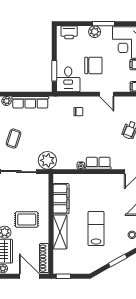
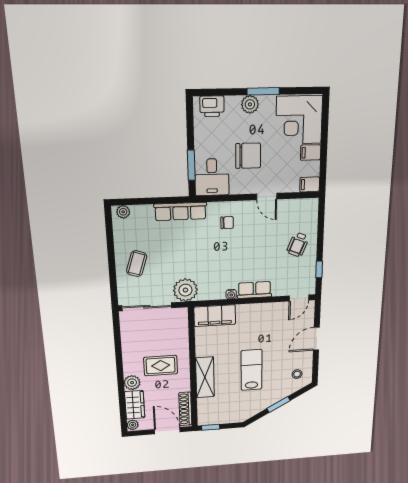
row of seats: (30, 102) -> (180, 211), moved
filing cabinet: (61, 199) -> (215, 316), moved, turned 90

